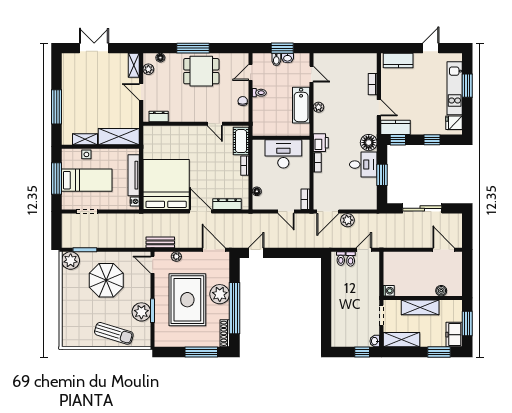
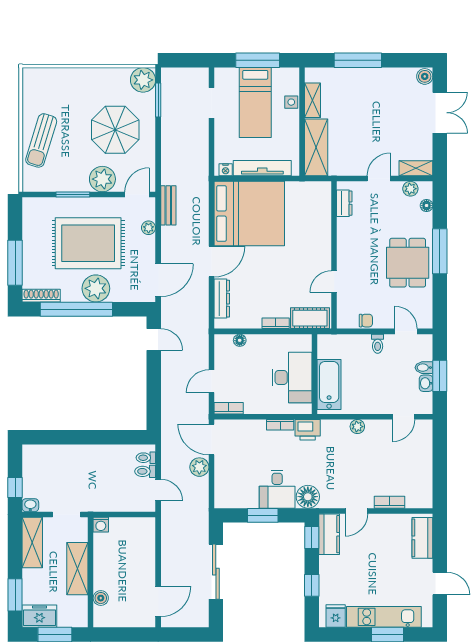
boiler: (68, 59) -> (425, 76), added
bathtub: (301, 105) -> (329, 384), moved, turned 90
plant: (141, 312) -> (102, 179), moved

